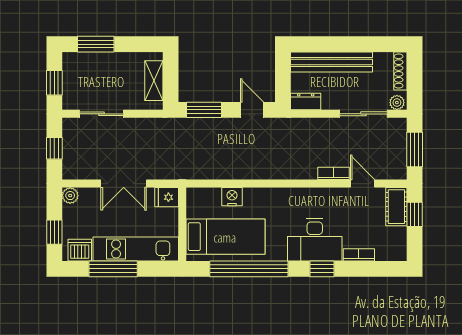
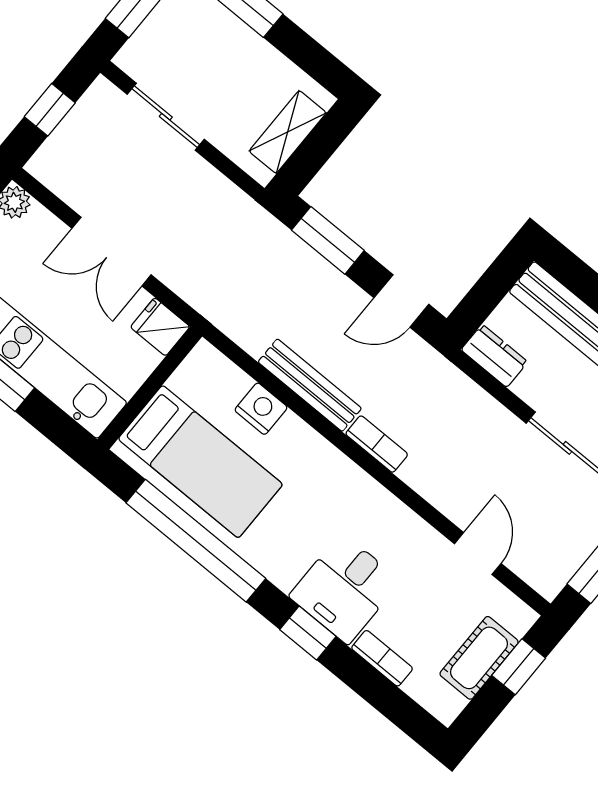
door: (252, 110) -> (401, 301), swing flipped
bench: (243, 172) -> (310, 385), added
bookcase: (334, 173) -> (377, 444), moved
cot: (396, 207) -> (479, 658), moved
desk: (315, 240) -> (345, 589), width x0.73

